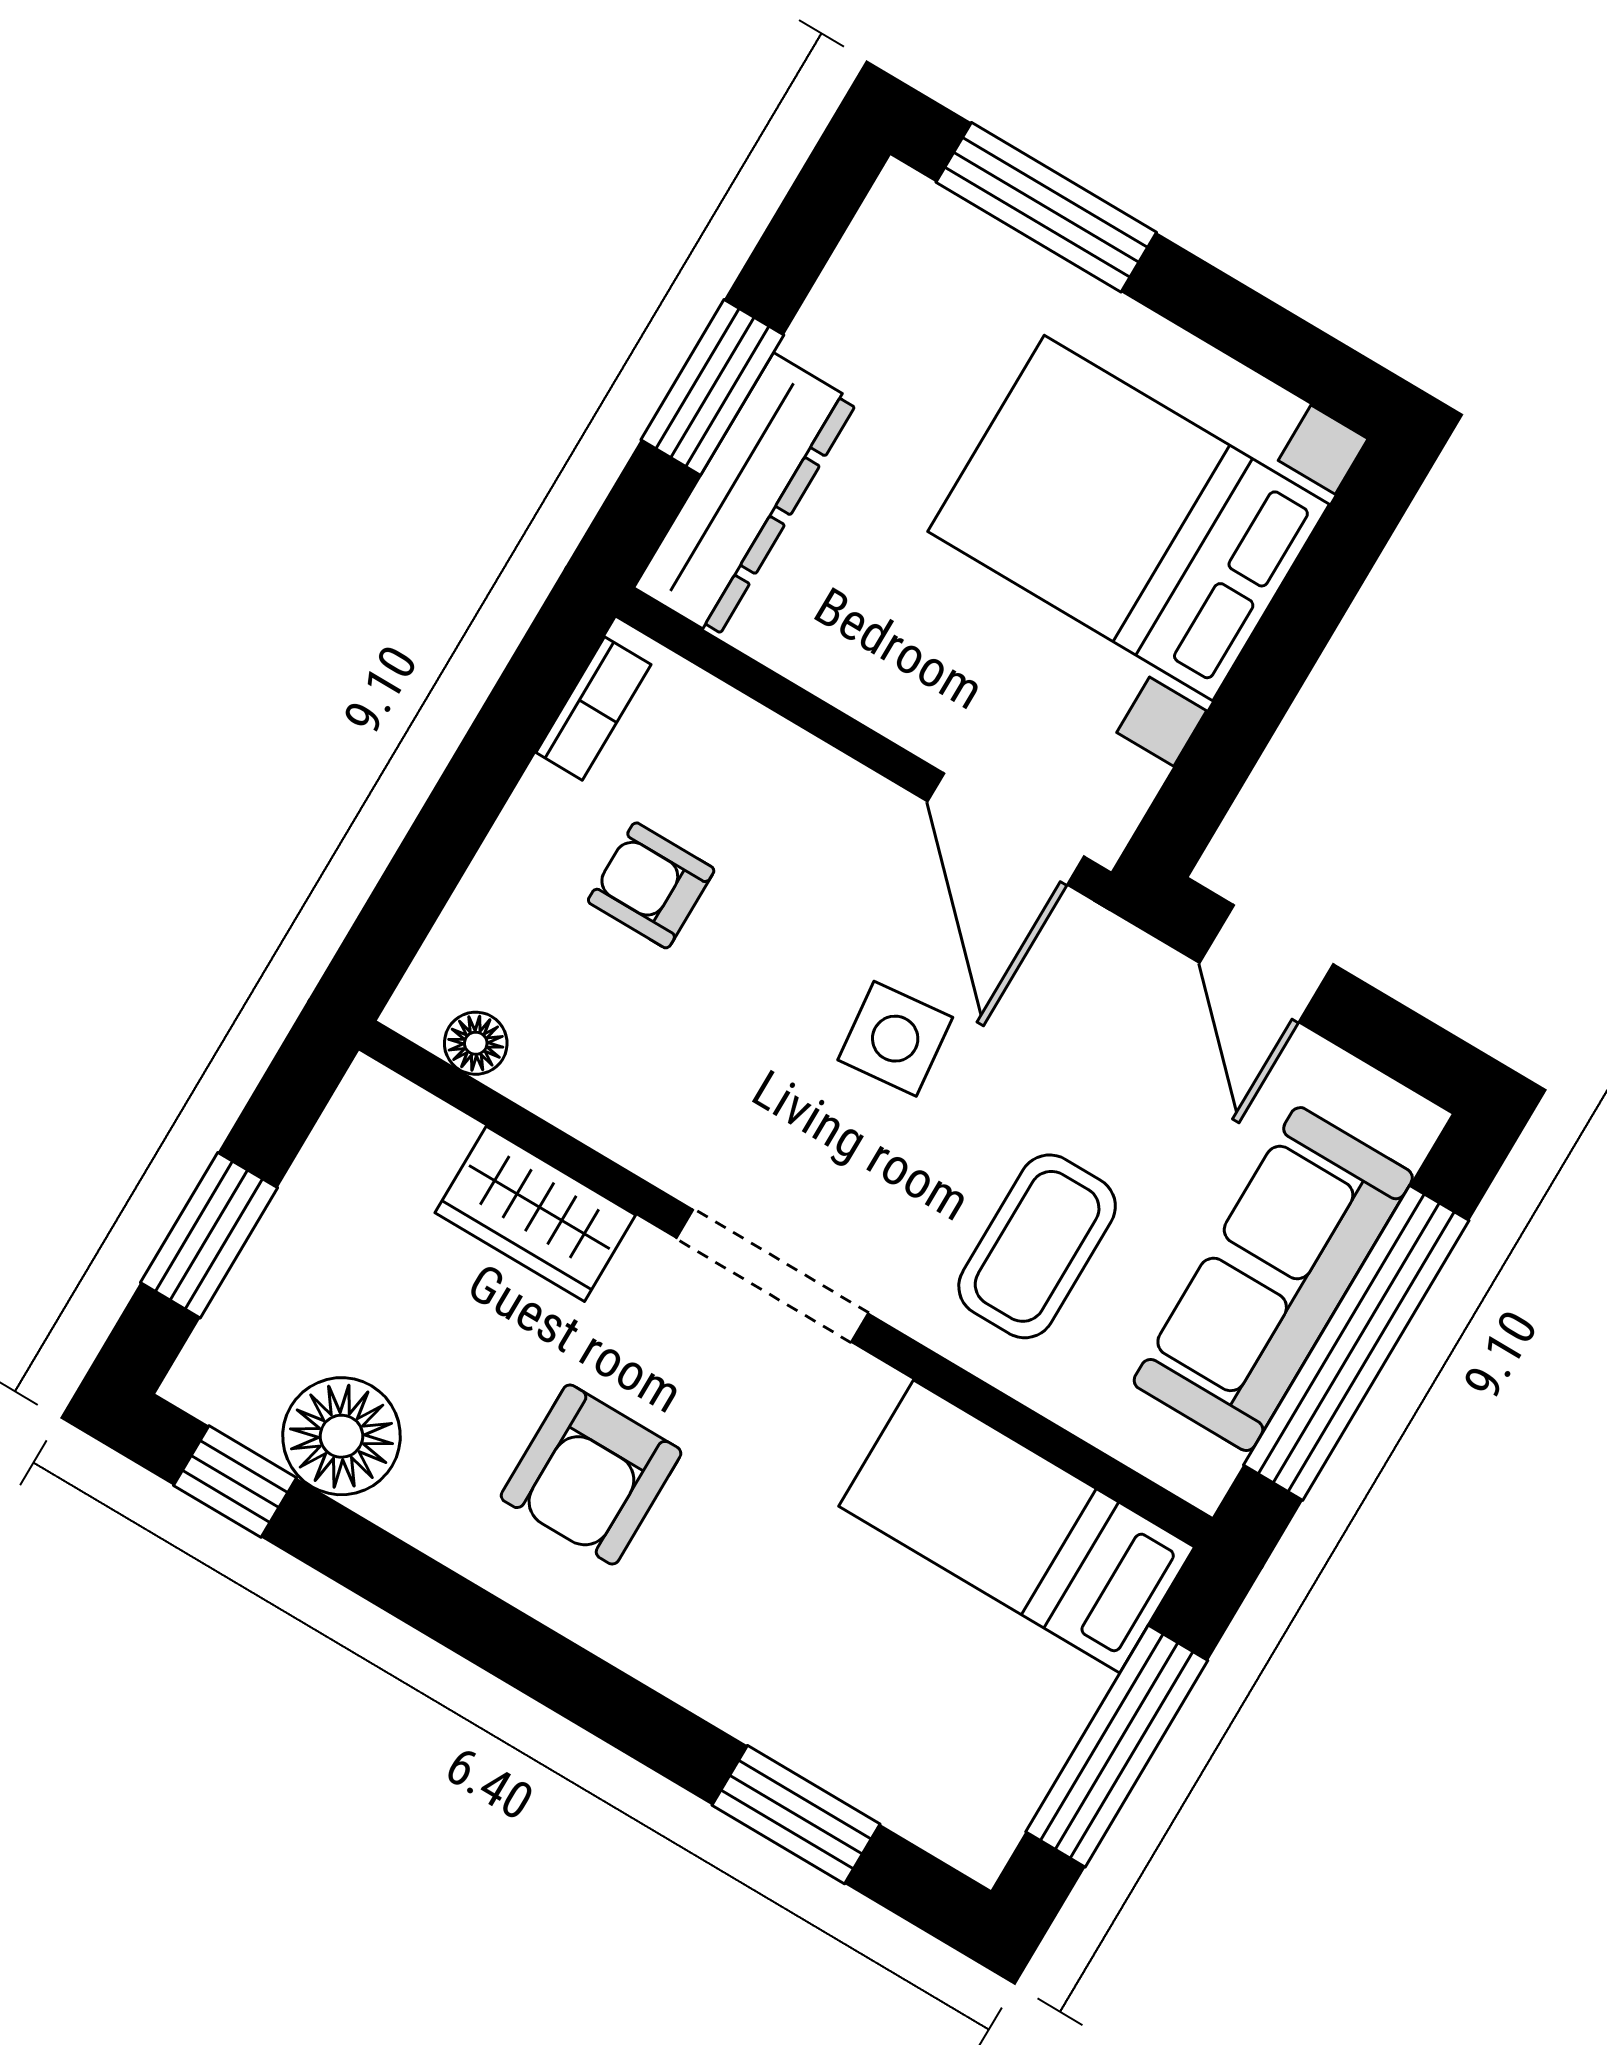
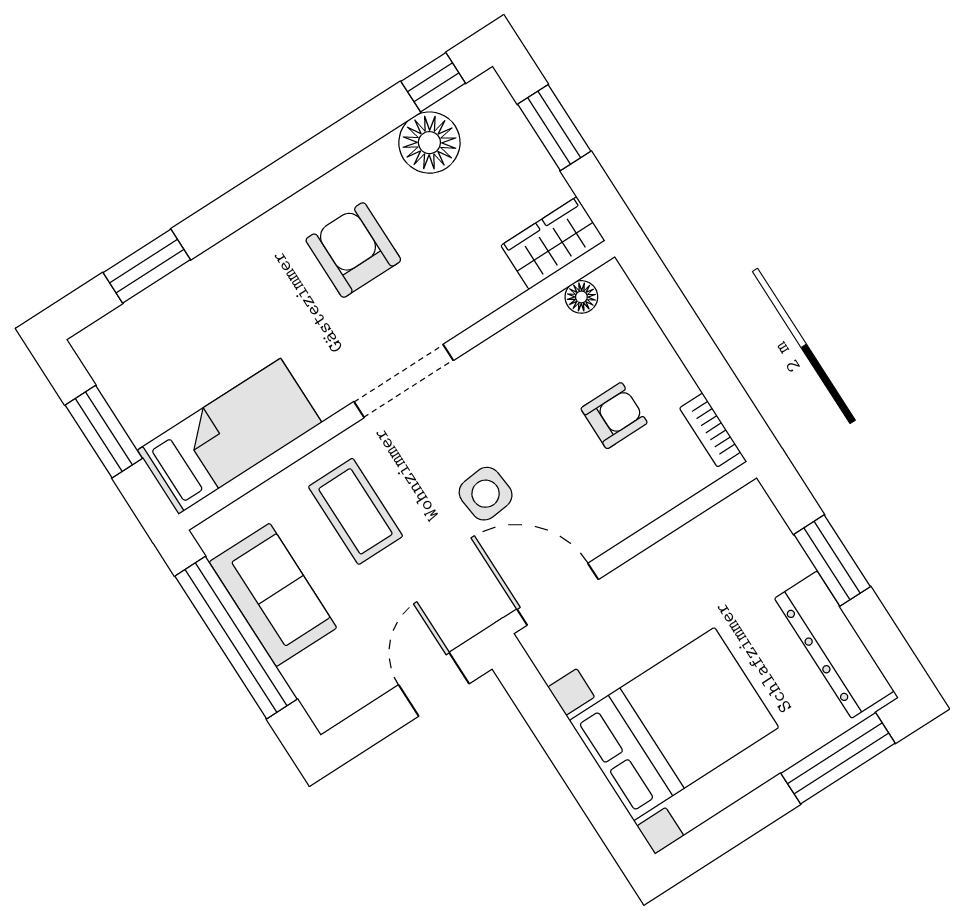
dresser: (746, 495) -> (834, 645), moved
door: (1266, 964) -> (434, 684), hinge flipped
wardrobe: (535, 1214) -> (553, 243), moved
sofa: (1273, 1279) -> (273, 595), width x0.73
window: (1117, 1746) -> (104, 432), width x0.69

